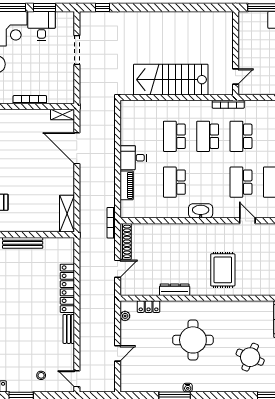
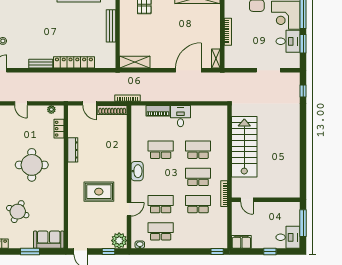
rug: (223, 270) -> (99, 192), moved

